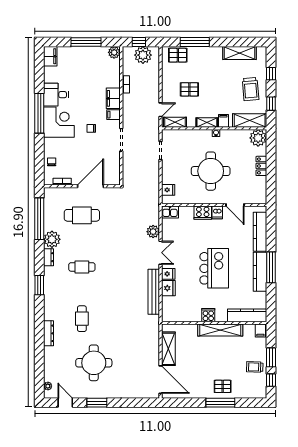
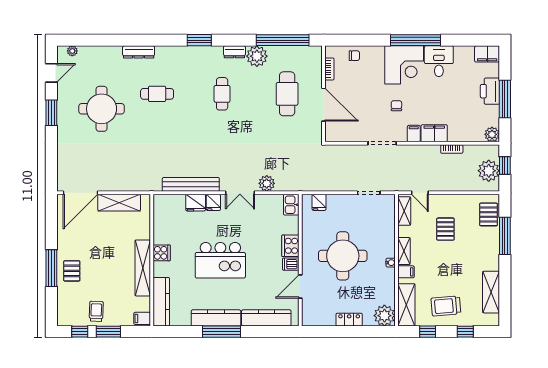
printer: (80, 54) -> (490, 91), added

